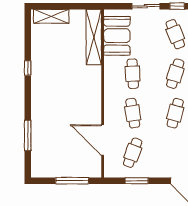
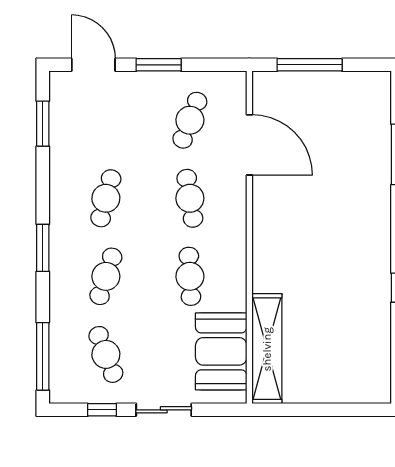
shelving: (51, 16) -> (351, 390), removed
window: (137, 181) -> (159, 65), moved

